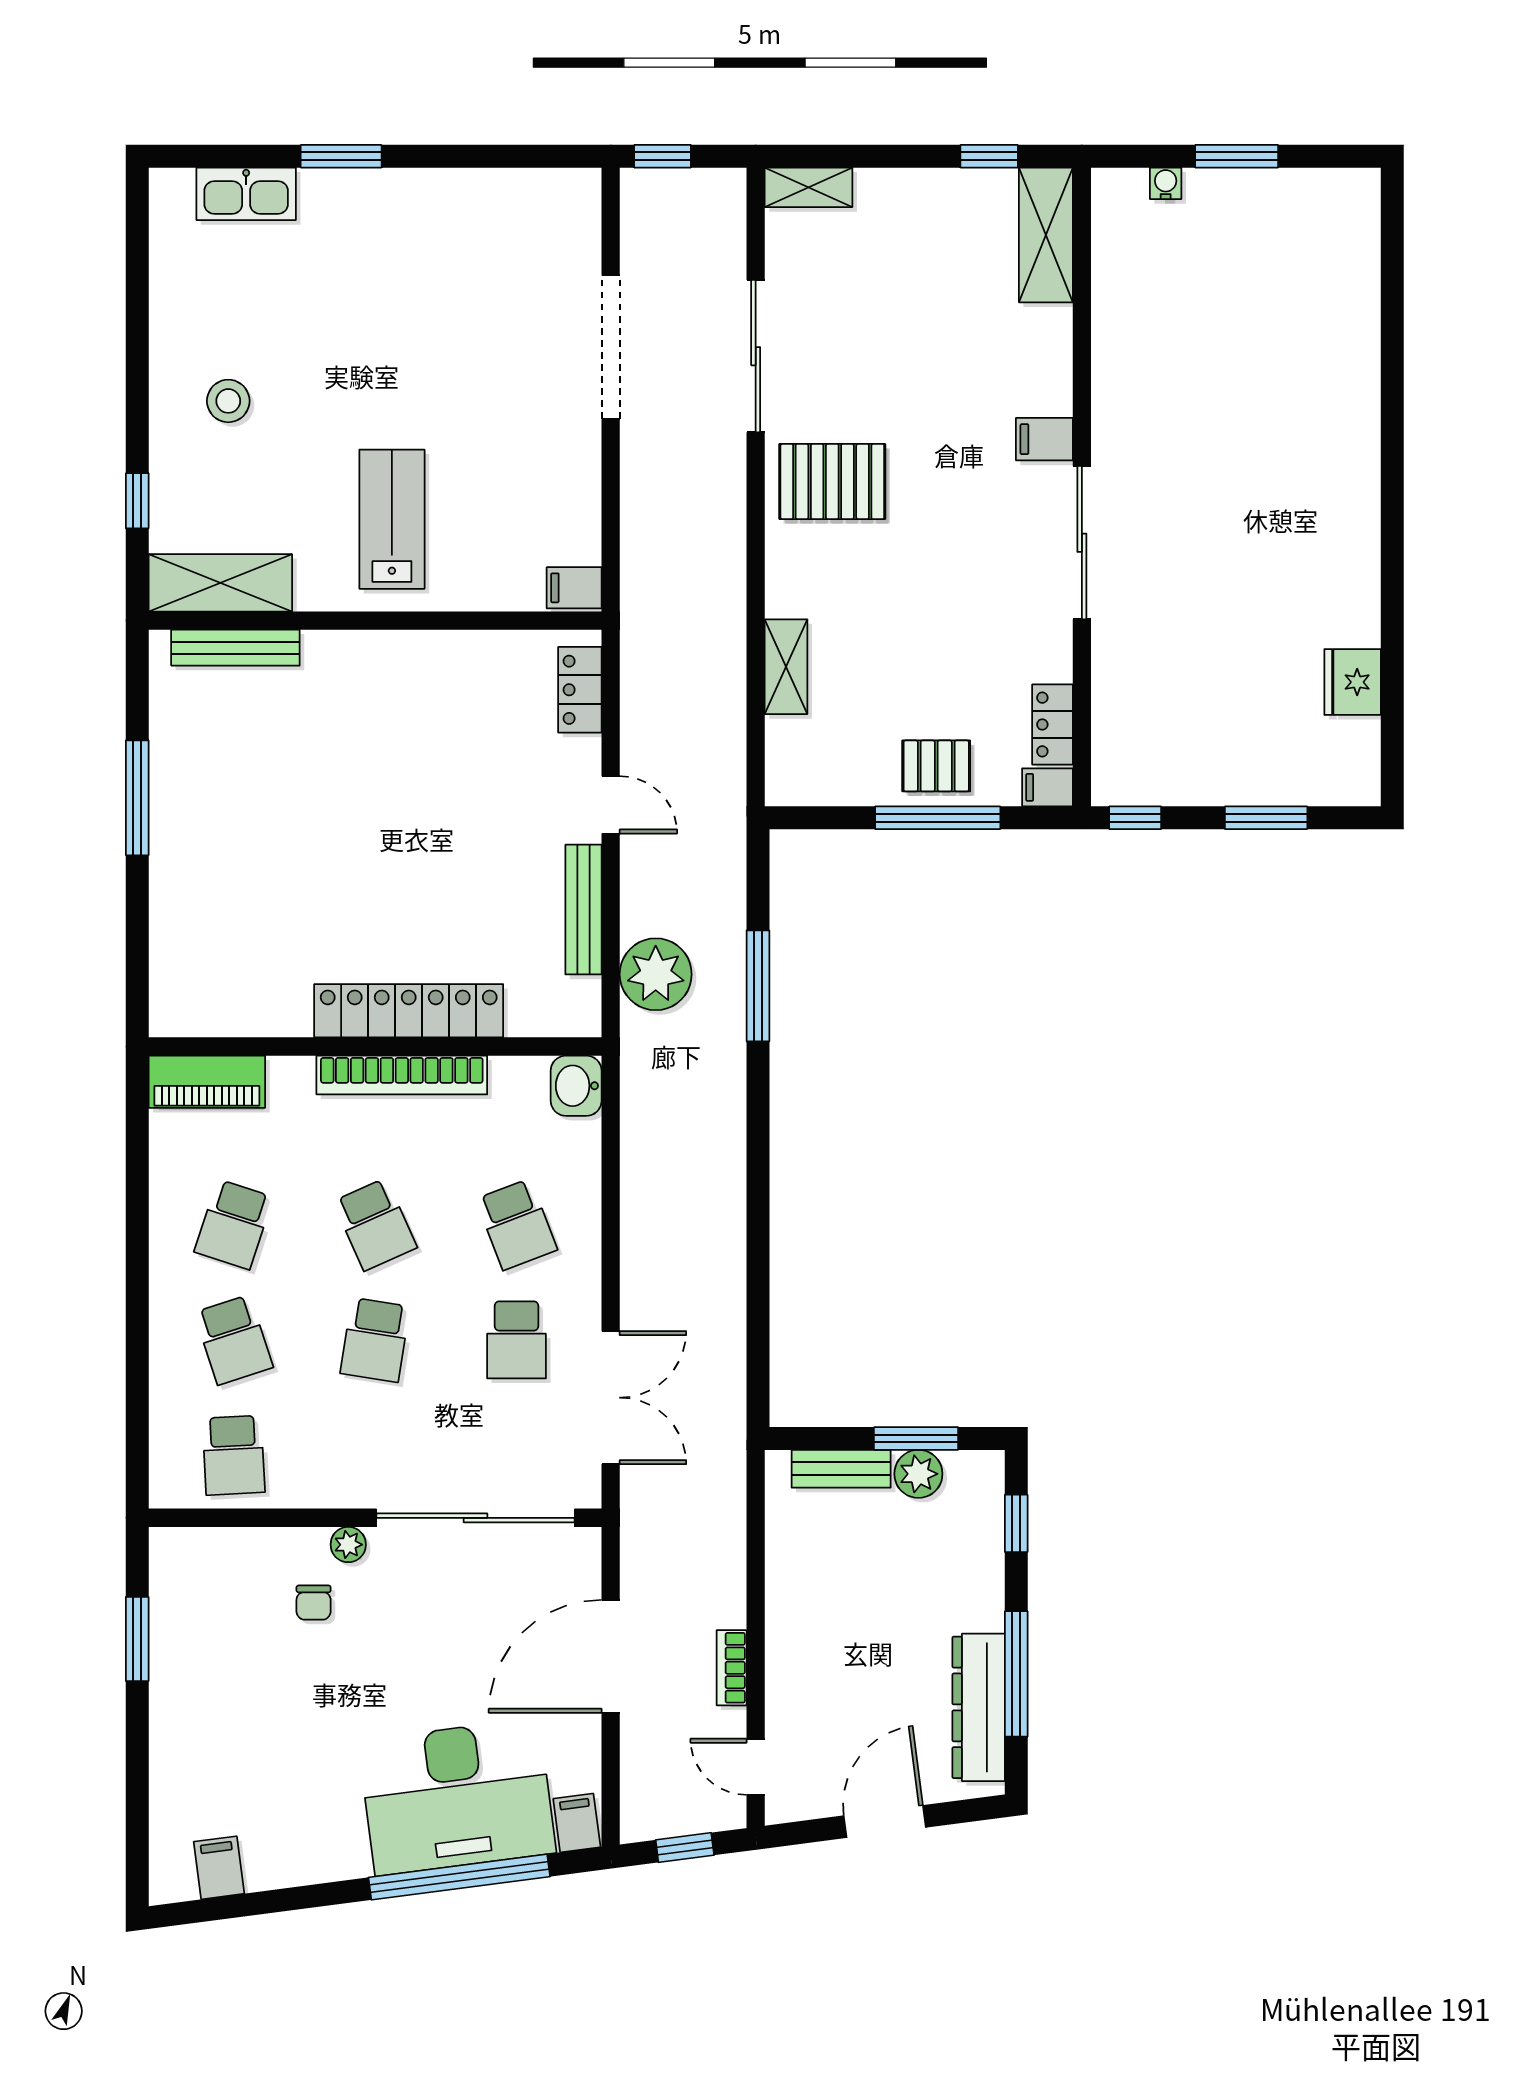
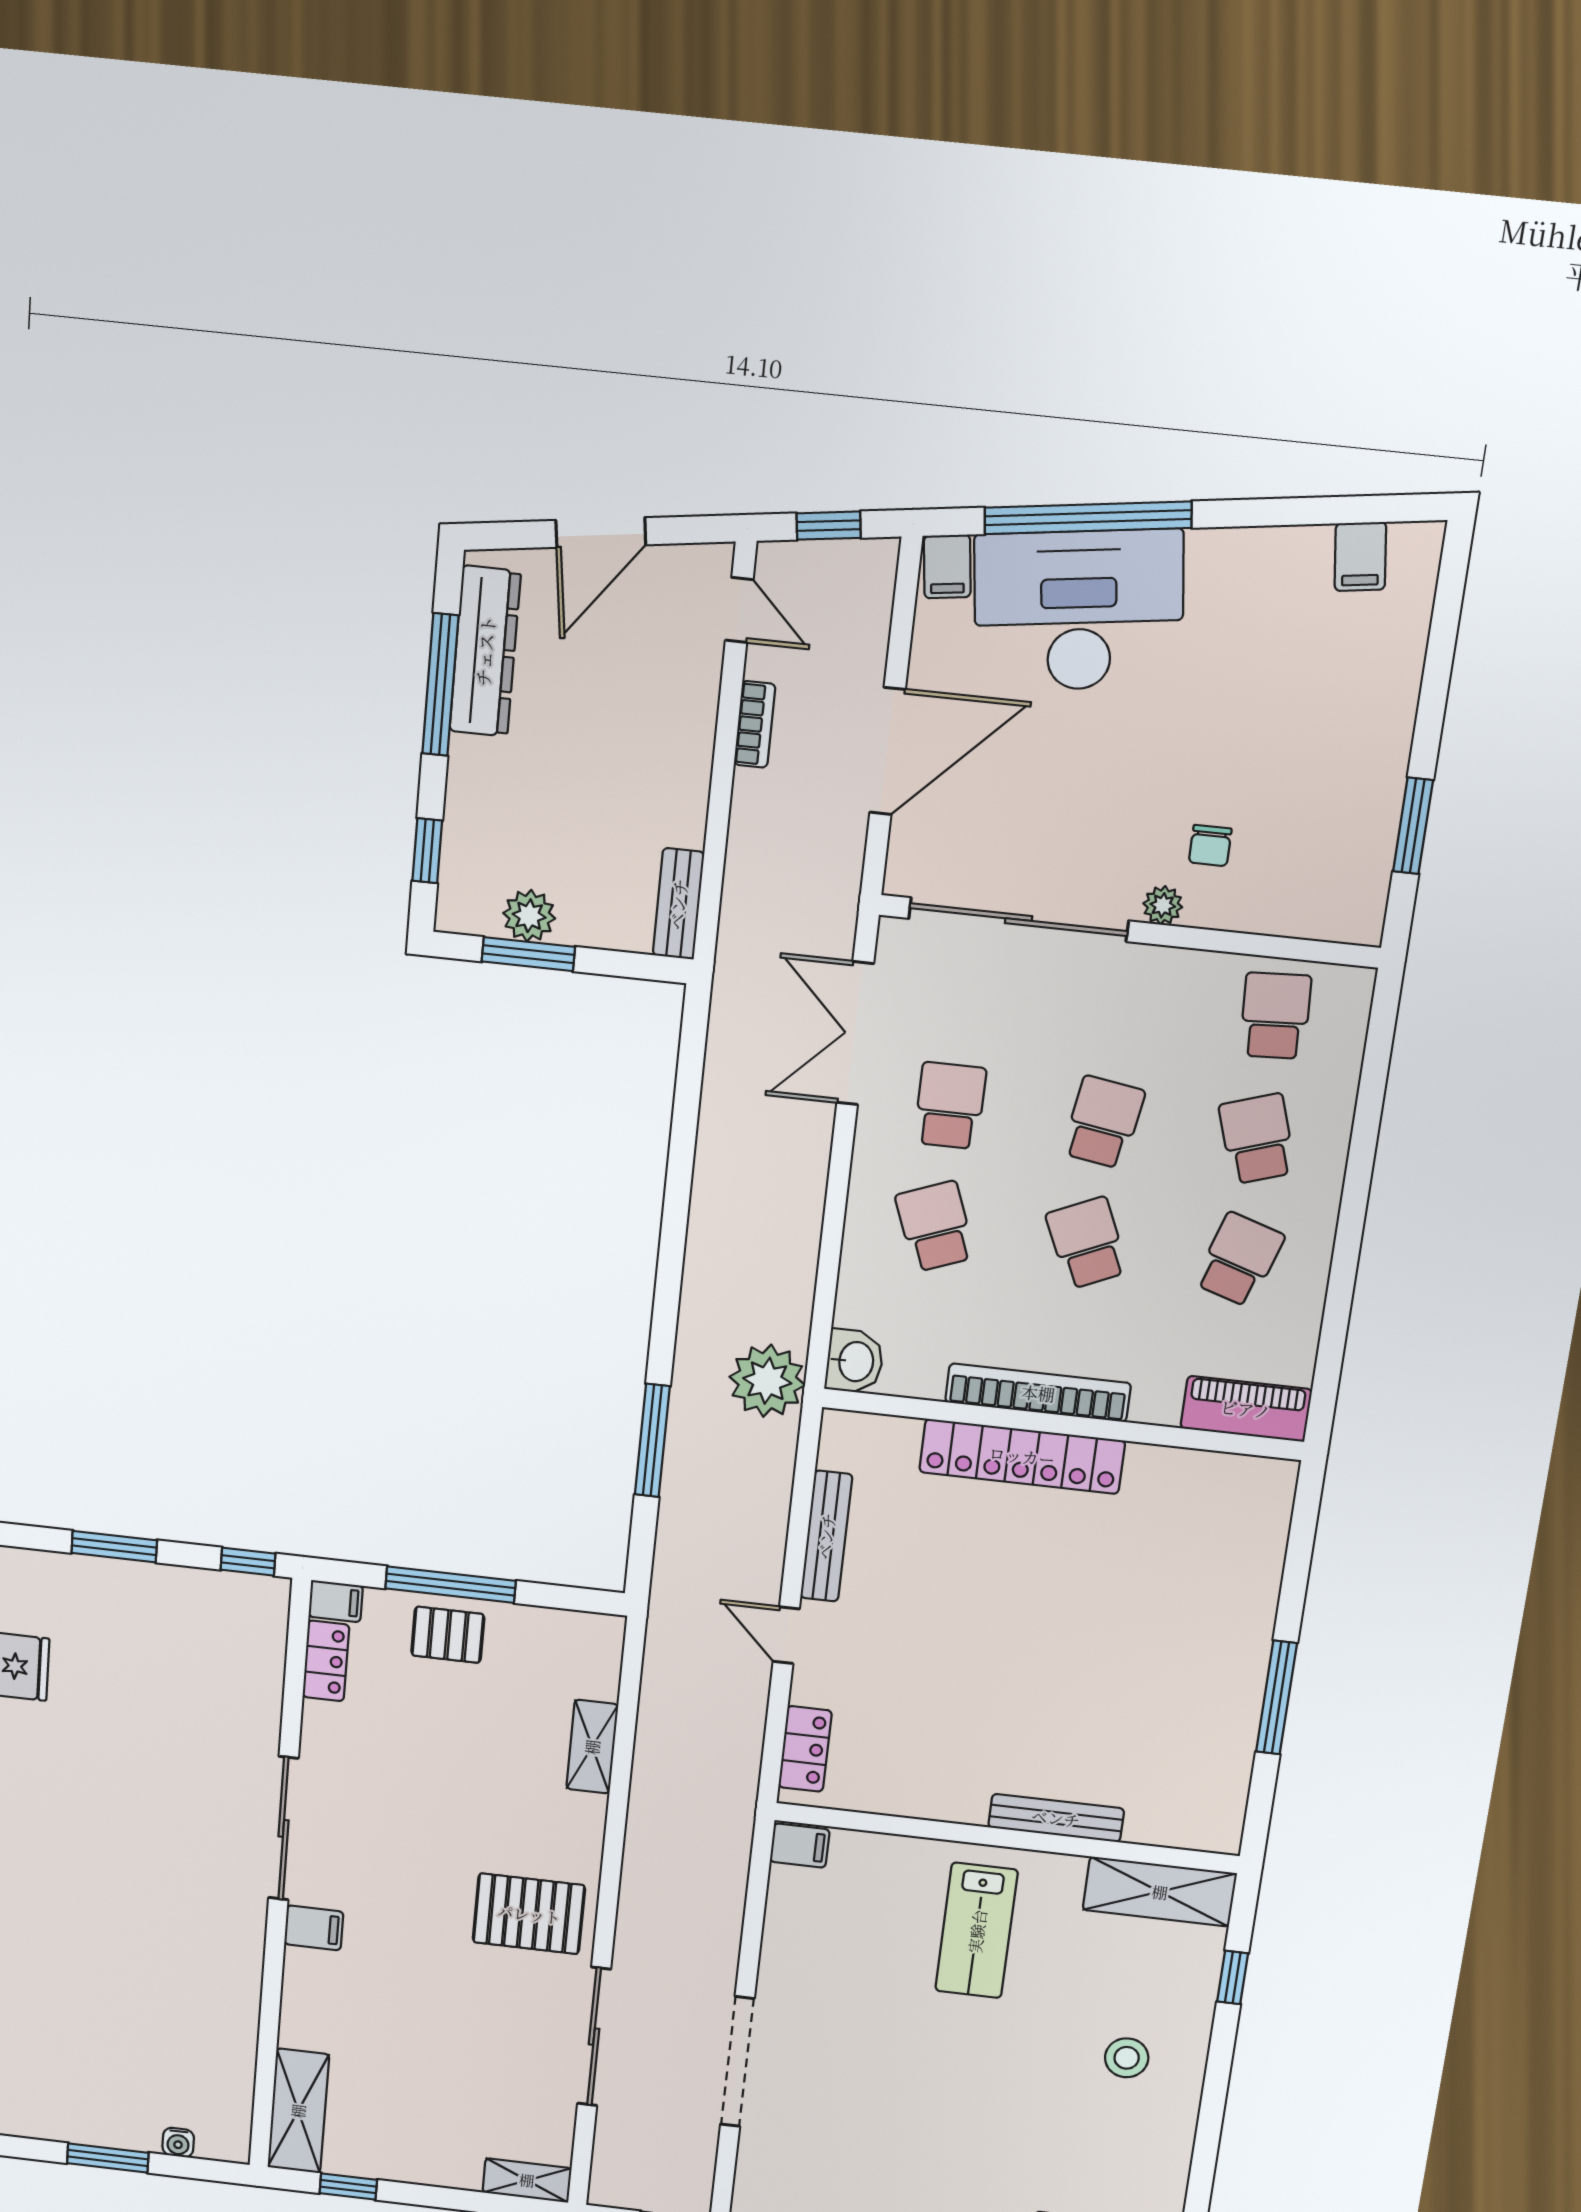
bench: (235, 648) -> (1056, 1818), moved
plant: (656, 974) -> (767, 1381), moved
bench: (841, 1469) -> (678, 904), moved, turned 90
chair: (314, 1603) -> (1210, 846), turned 180

